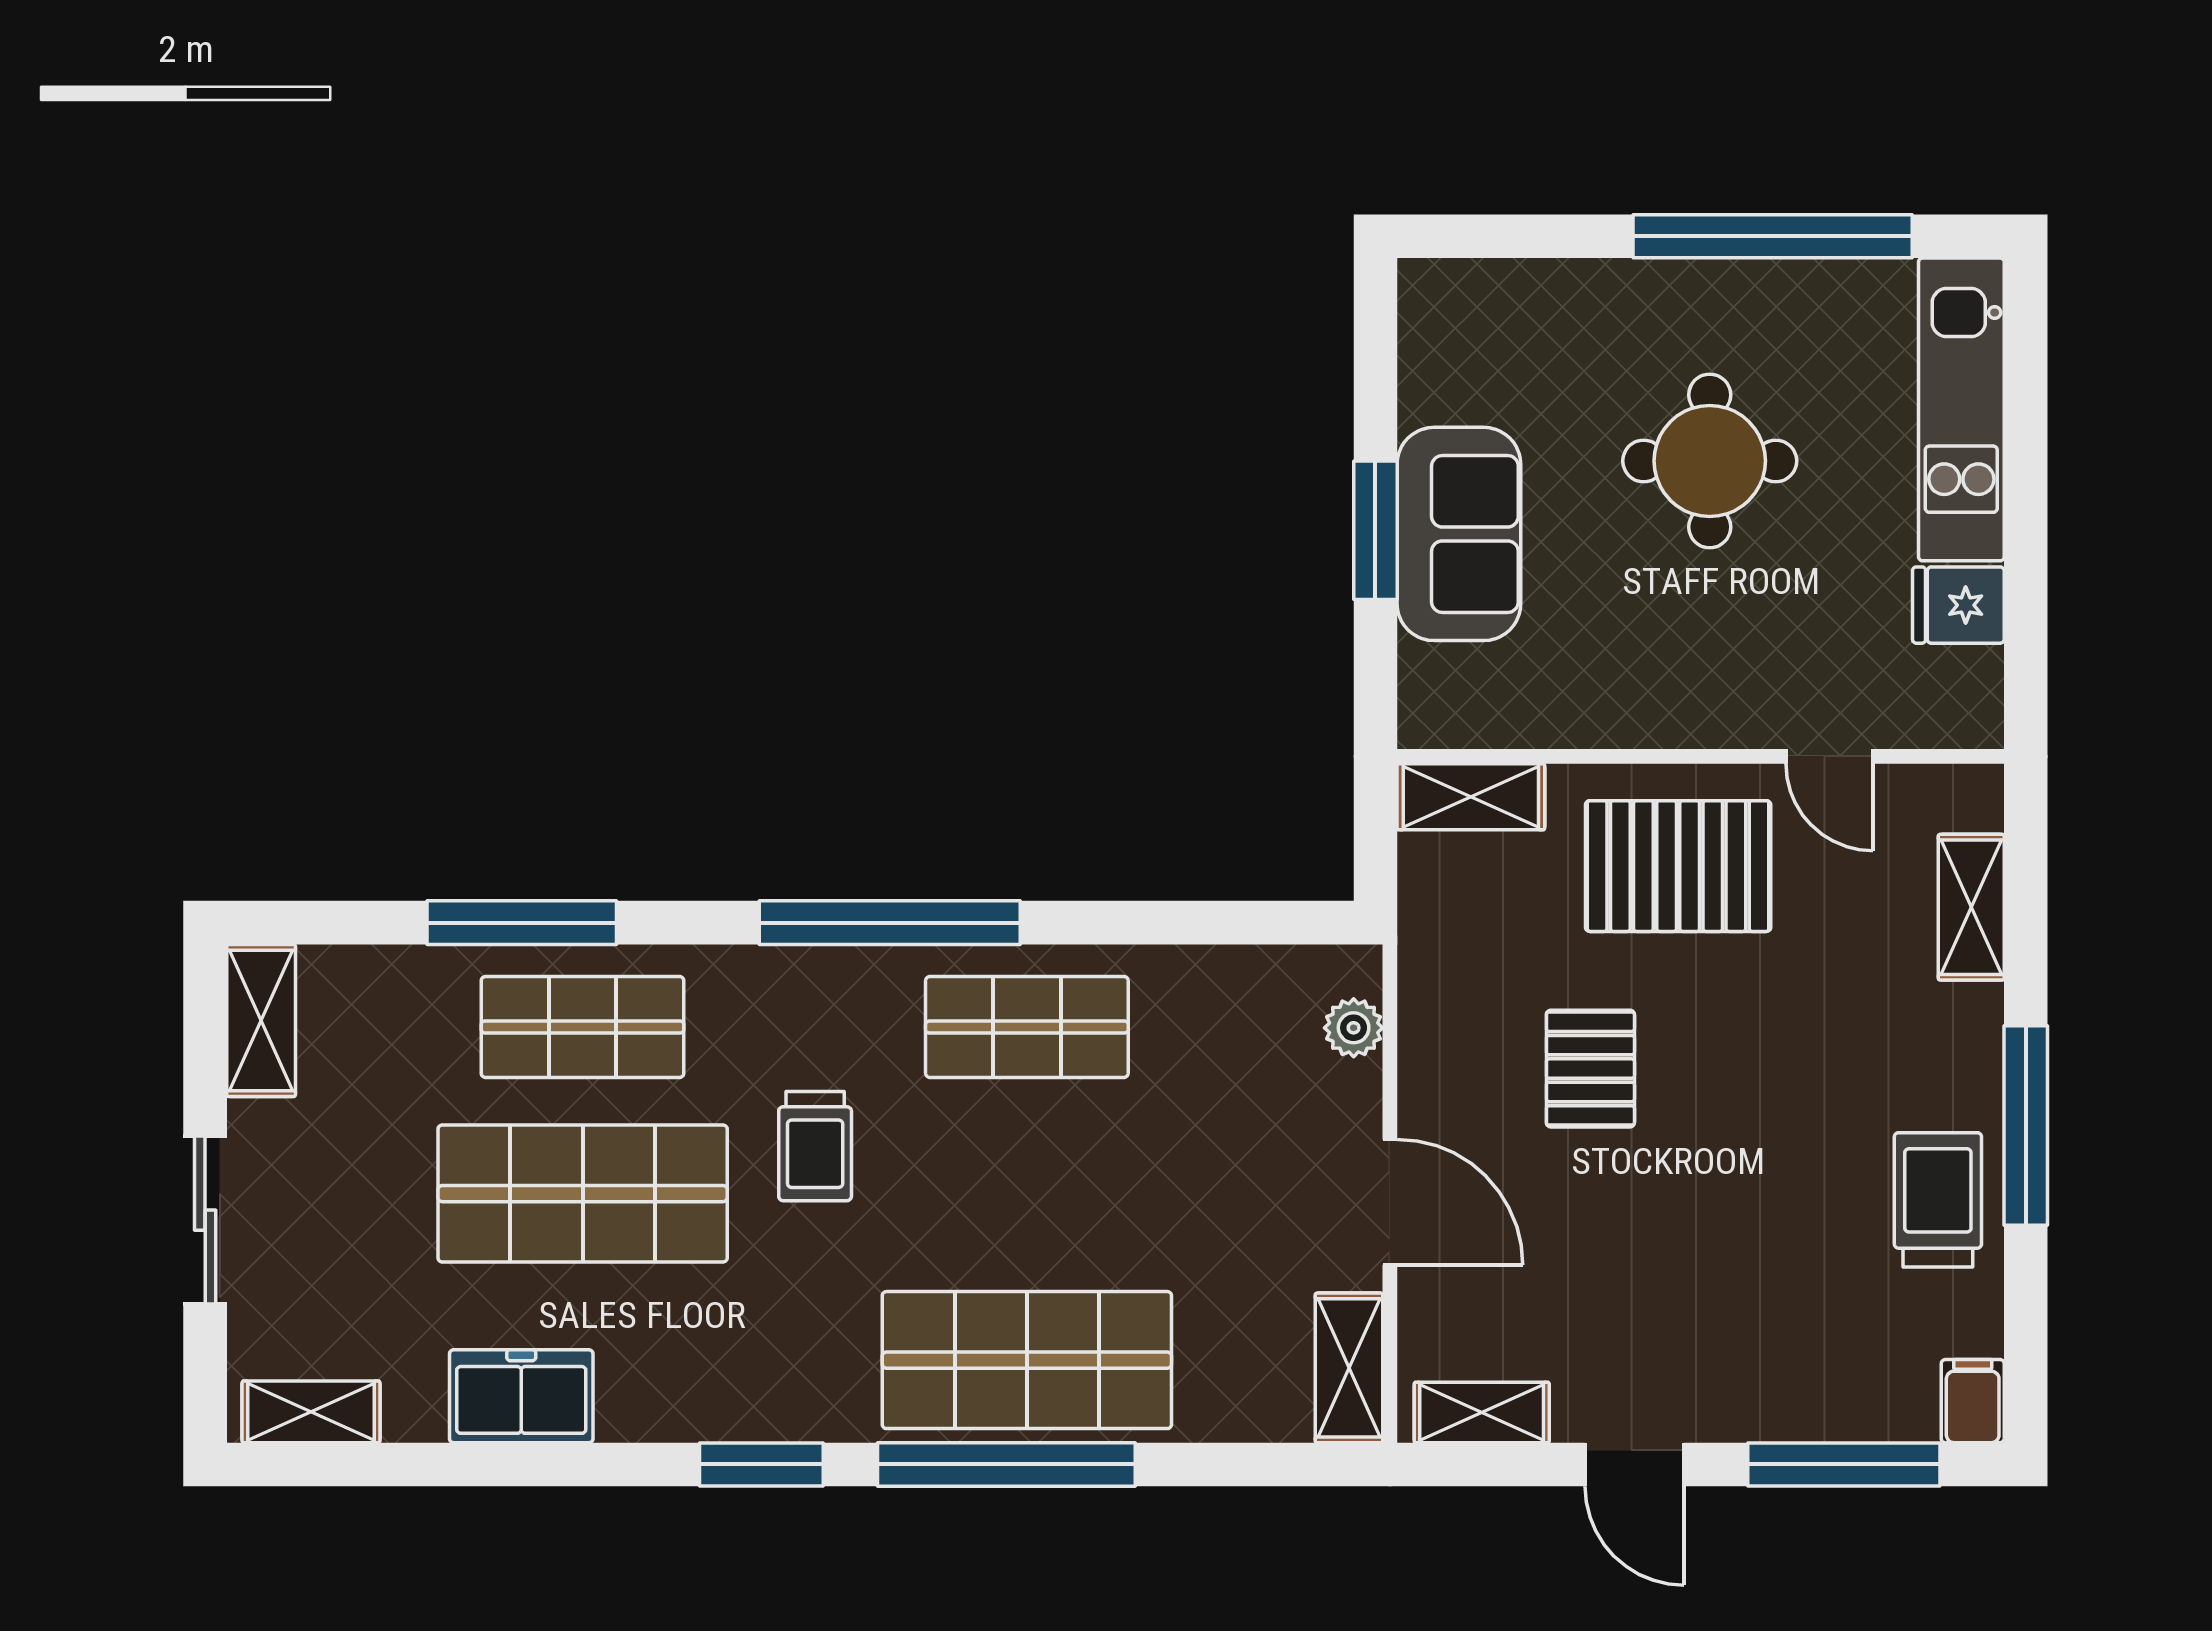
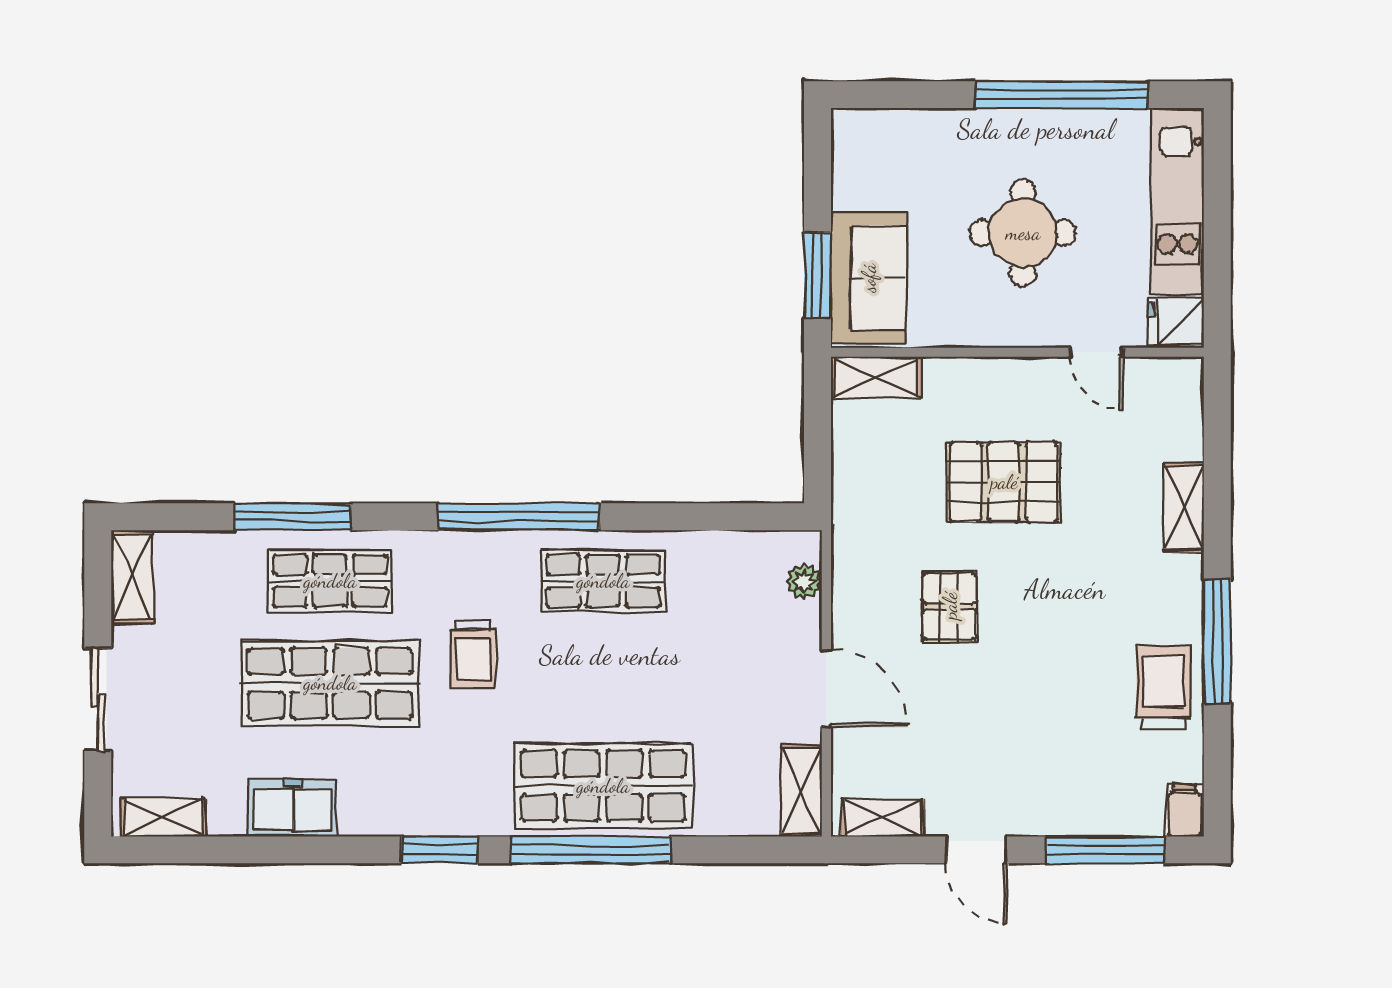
wall: (1701, 756) -> (1017, 352), moved
door: (1829, 756) -> (1097, 352), moved
shelving: (1471, 797) -> (876, 377), moved

